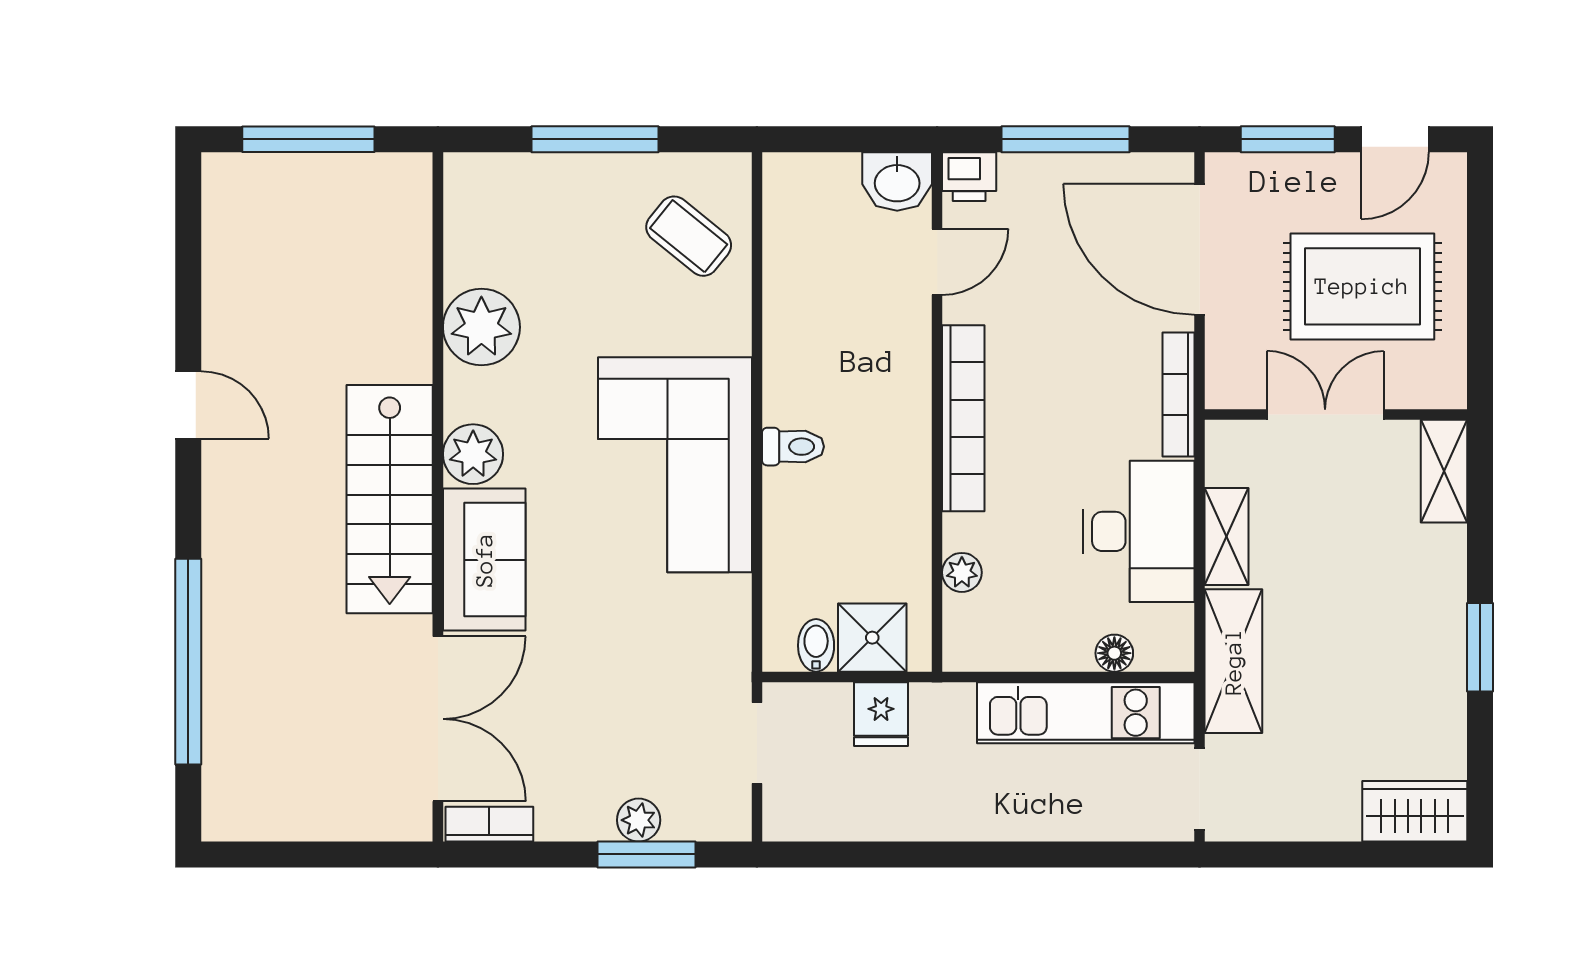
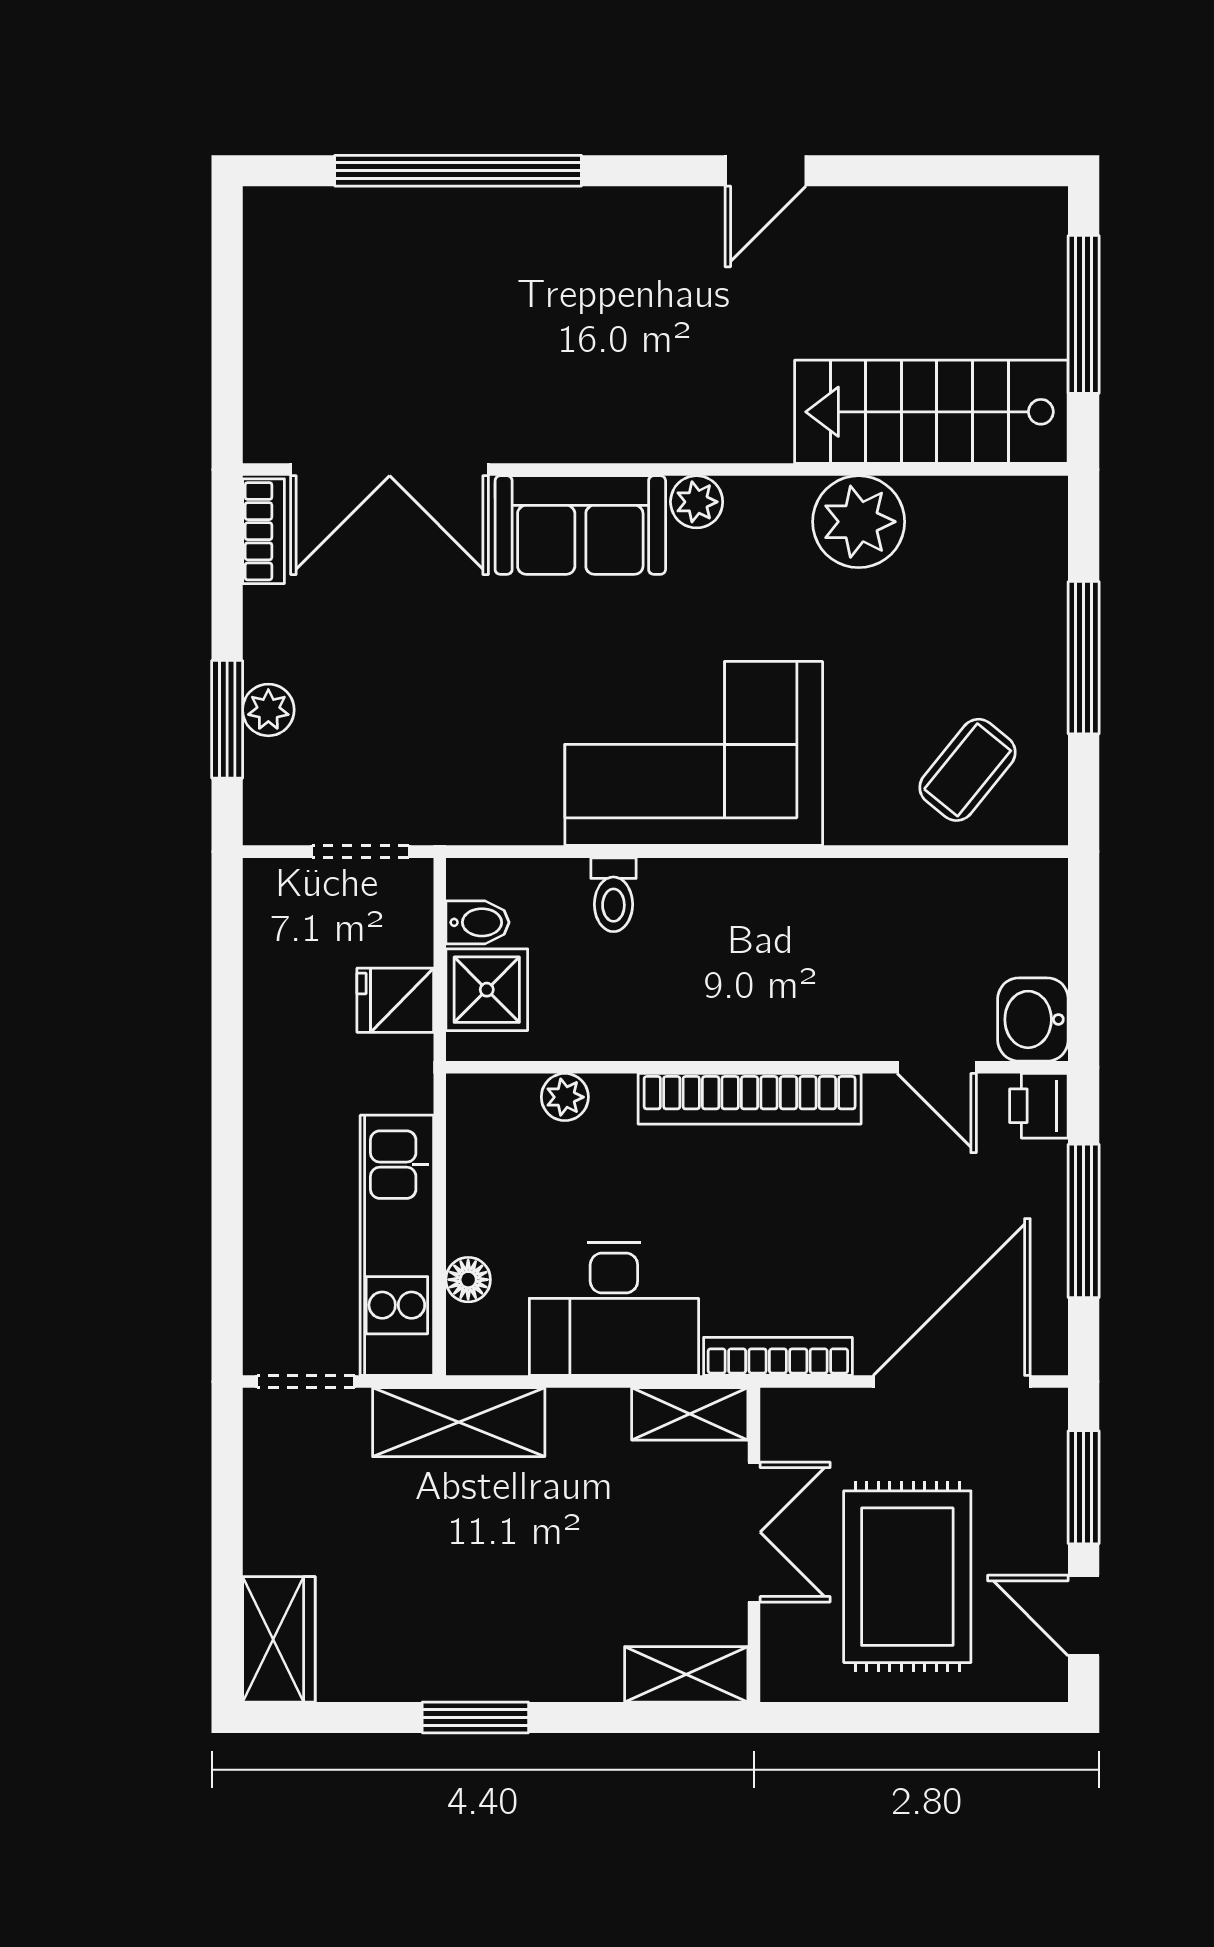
toilet: (793, 447) -> (613, 895), moved
plant: (473, 454) -> (697, 502), width x0.73, depth x0.73
stairs: (390, 499) -> (931, 412), moved
shelving: (1227, 537) -> (690, 1414), moved

